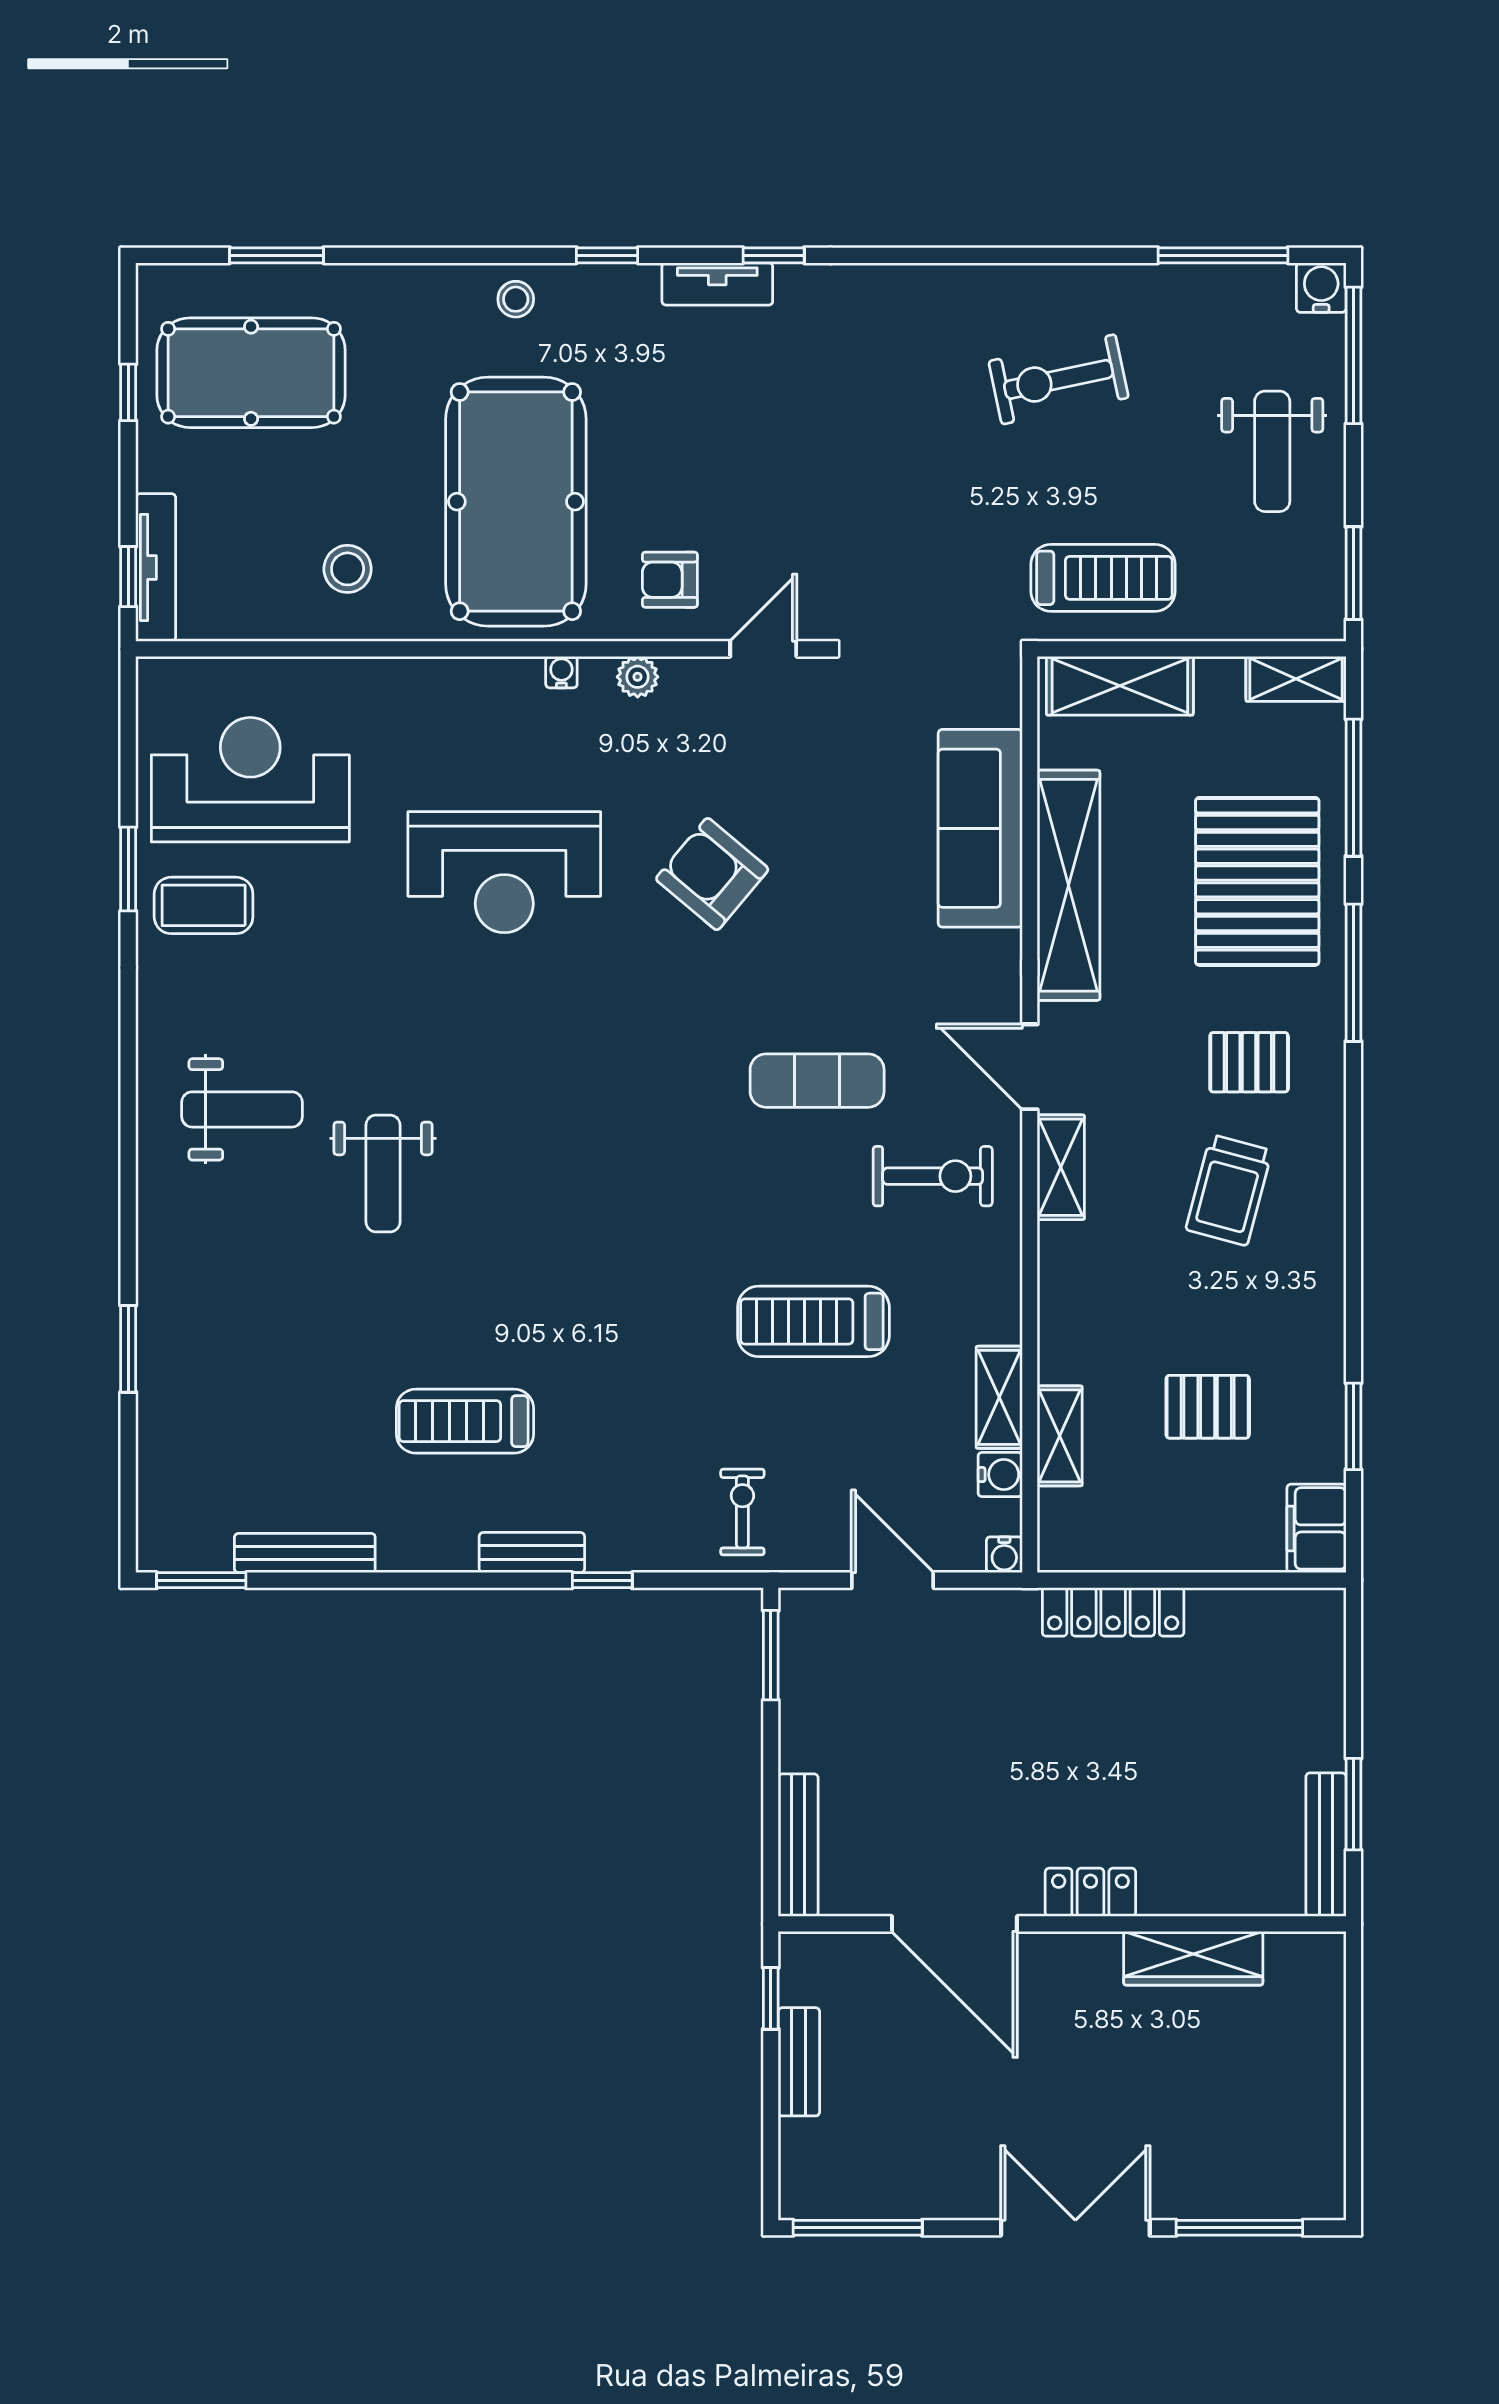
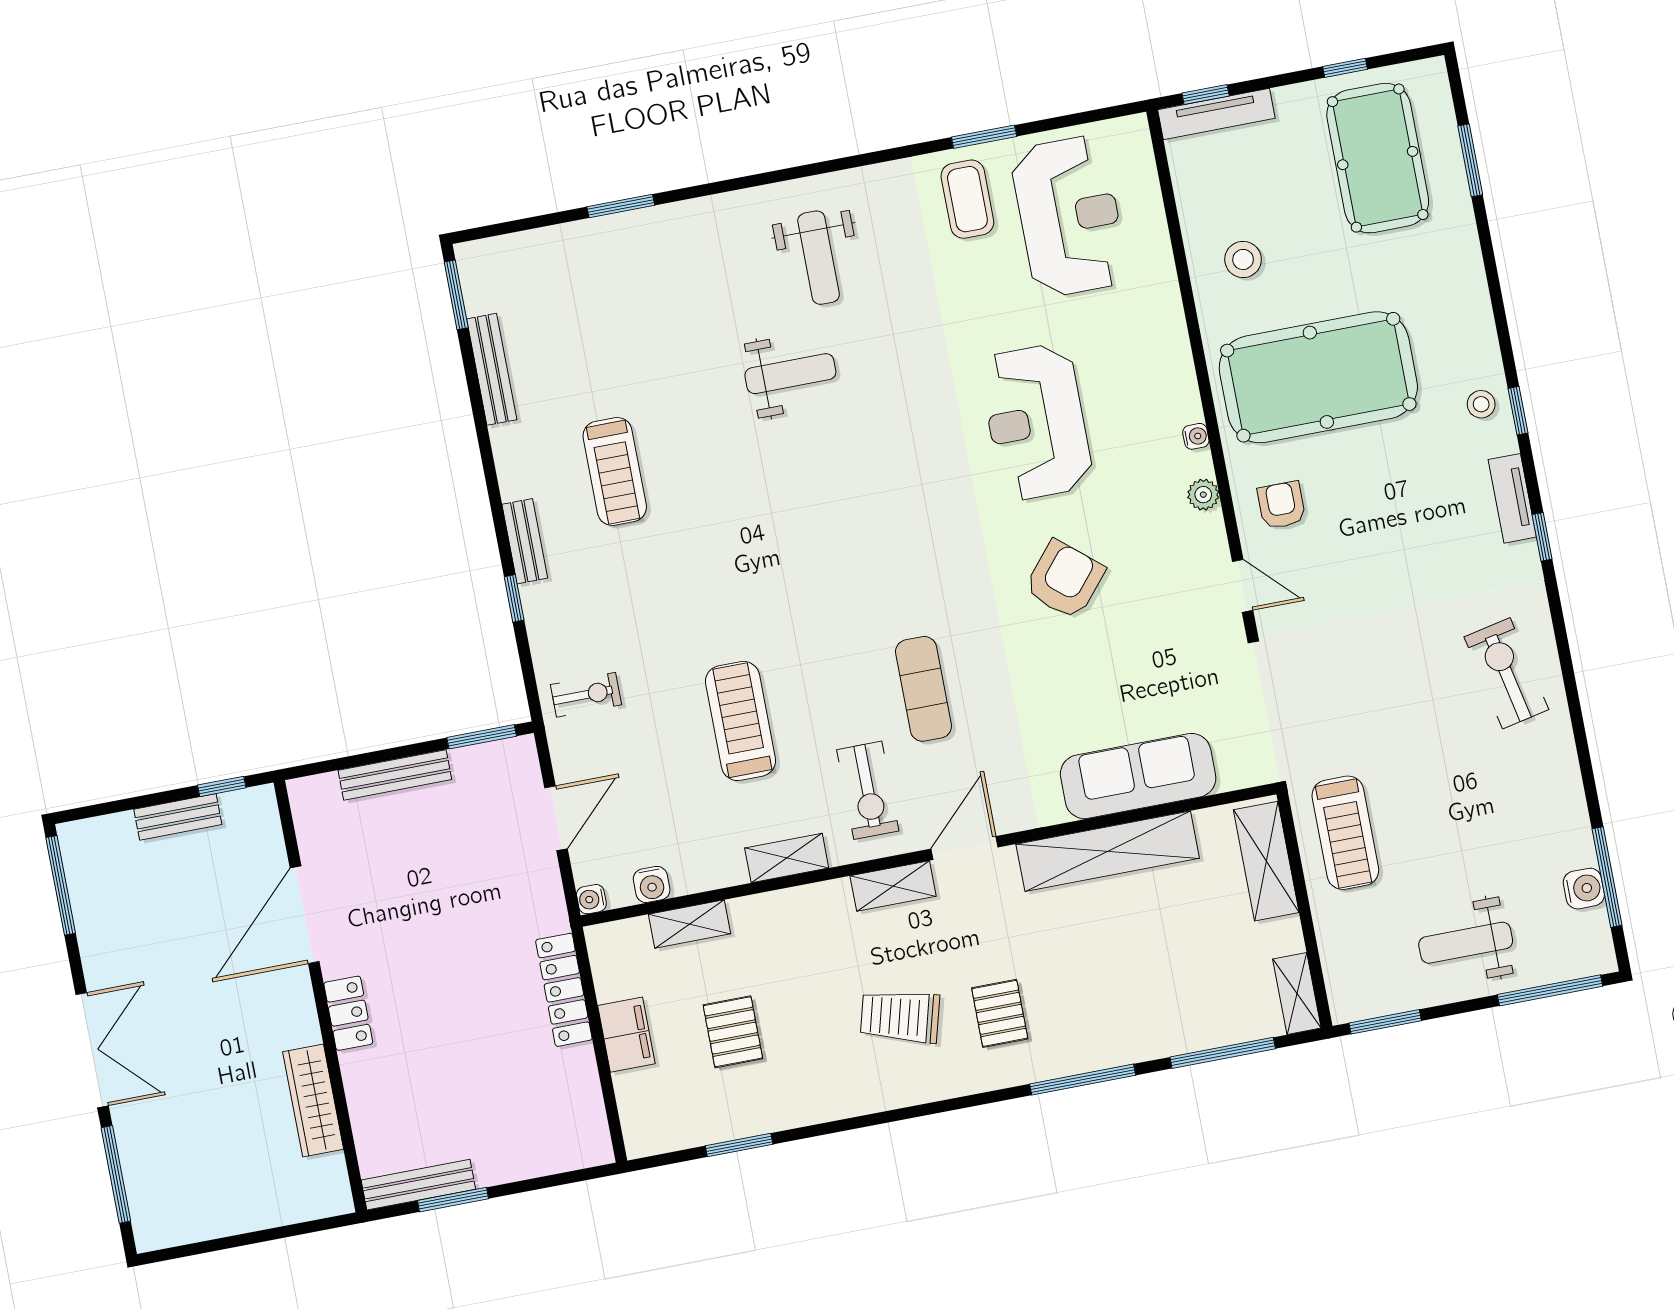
water cooler: (1321, 288) -> (1584, 889), moved
stool: (516, 299) -> (1481, 404), moved
exercise bike: (1059, 379) -> (1506, 673), moved
pallet: (1257, 881) -> (1138, 993), removed
weight bench: (383, 1173) -> (790, 374), turned 180
shelving: (999, 1397) -> (787, 858), moved
treadmill: (465, 1421) -> (615, 471), turned 180
filing cabinet: (1316, 1528) -> (626, 1035), moved, turned 90
bench: (798, 1845) -> (395, 775), moved

